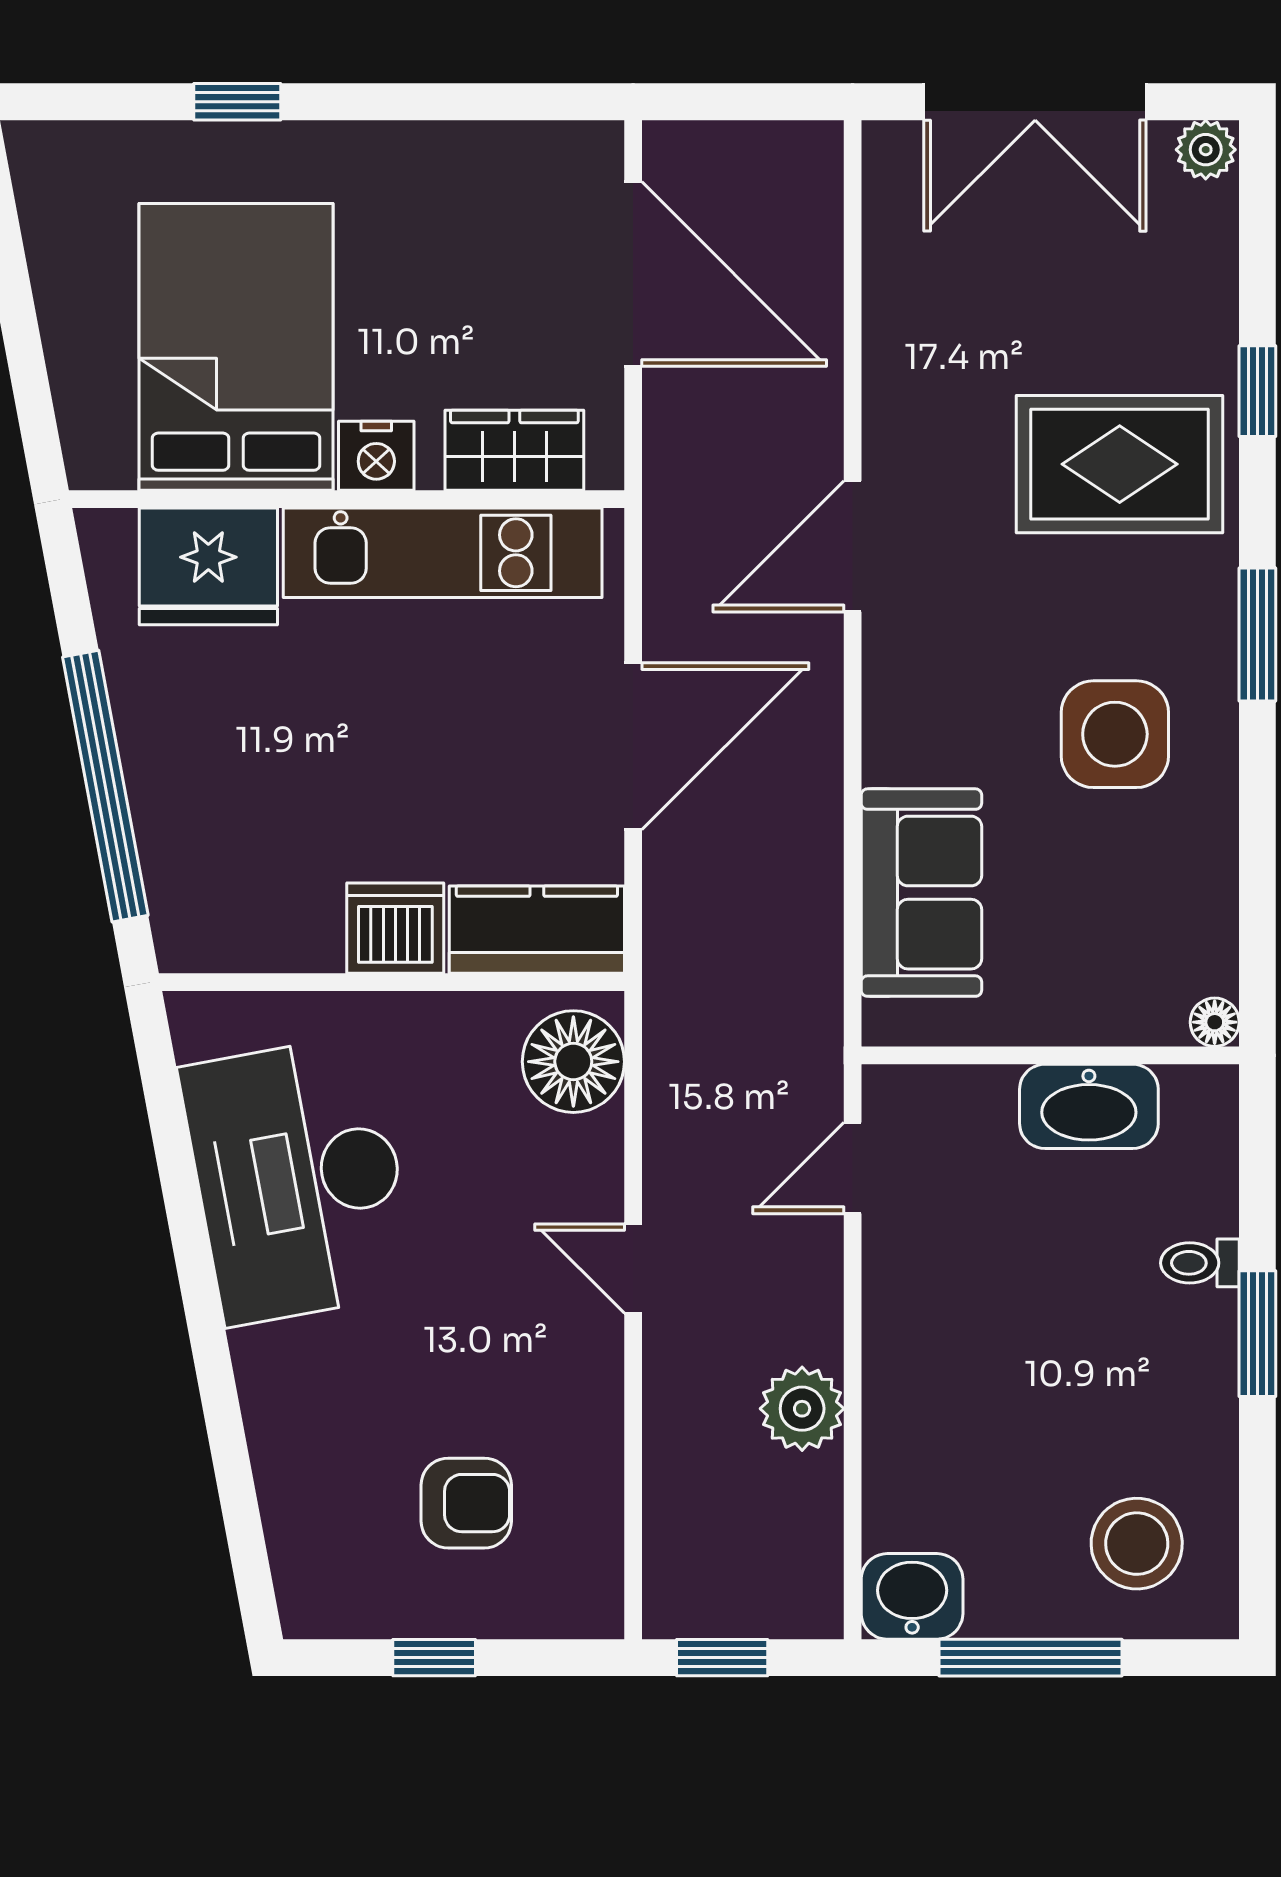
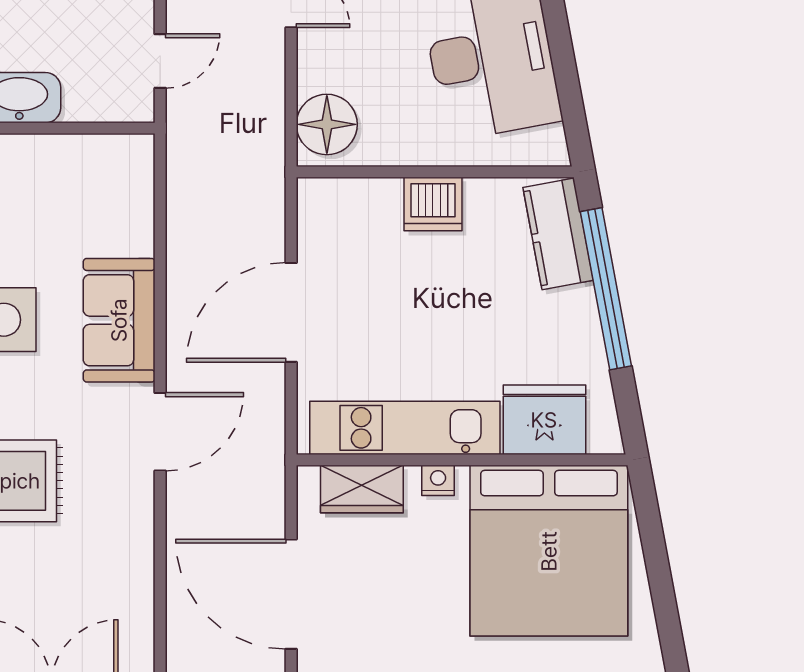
bed: (236, 347) -> (549, 551), width x1.36
nightstand: (376, 456) -> (438, 480), width x0.72, depth x0.74
sofa: (921, 893) -> (119, 320), moved
kitchen counter: (537, 930) -> (558, 234), moved, turned 79

